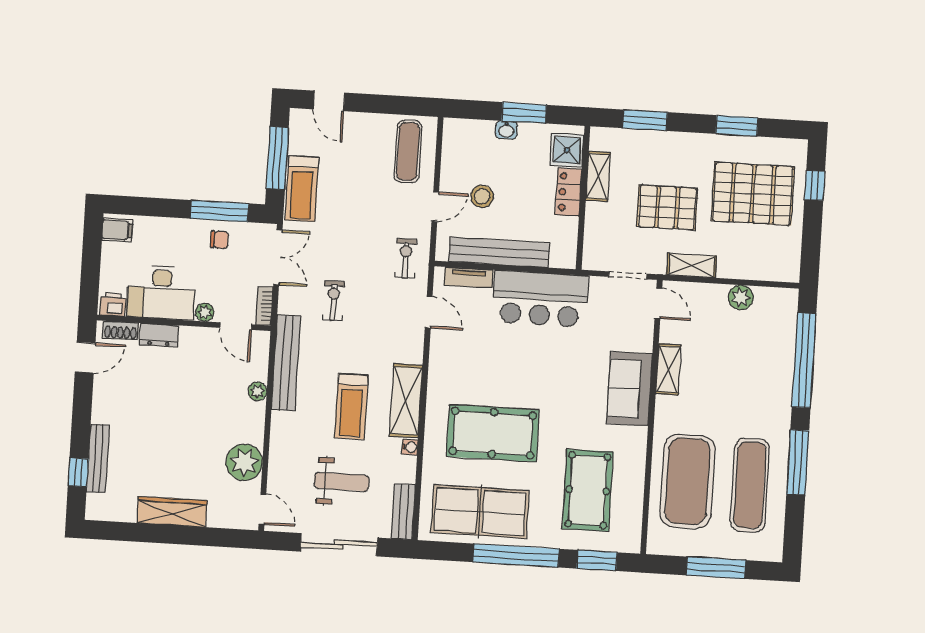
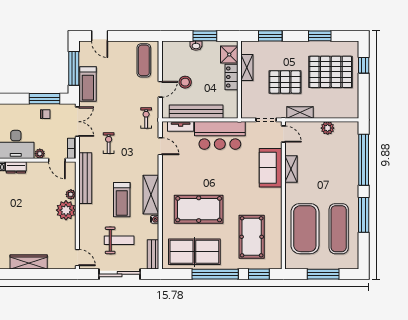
sofa: (629, 389) -> (271, 168), moved
plant: (244, 462) -> (66, 210), moved

